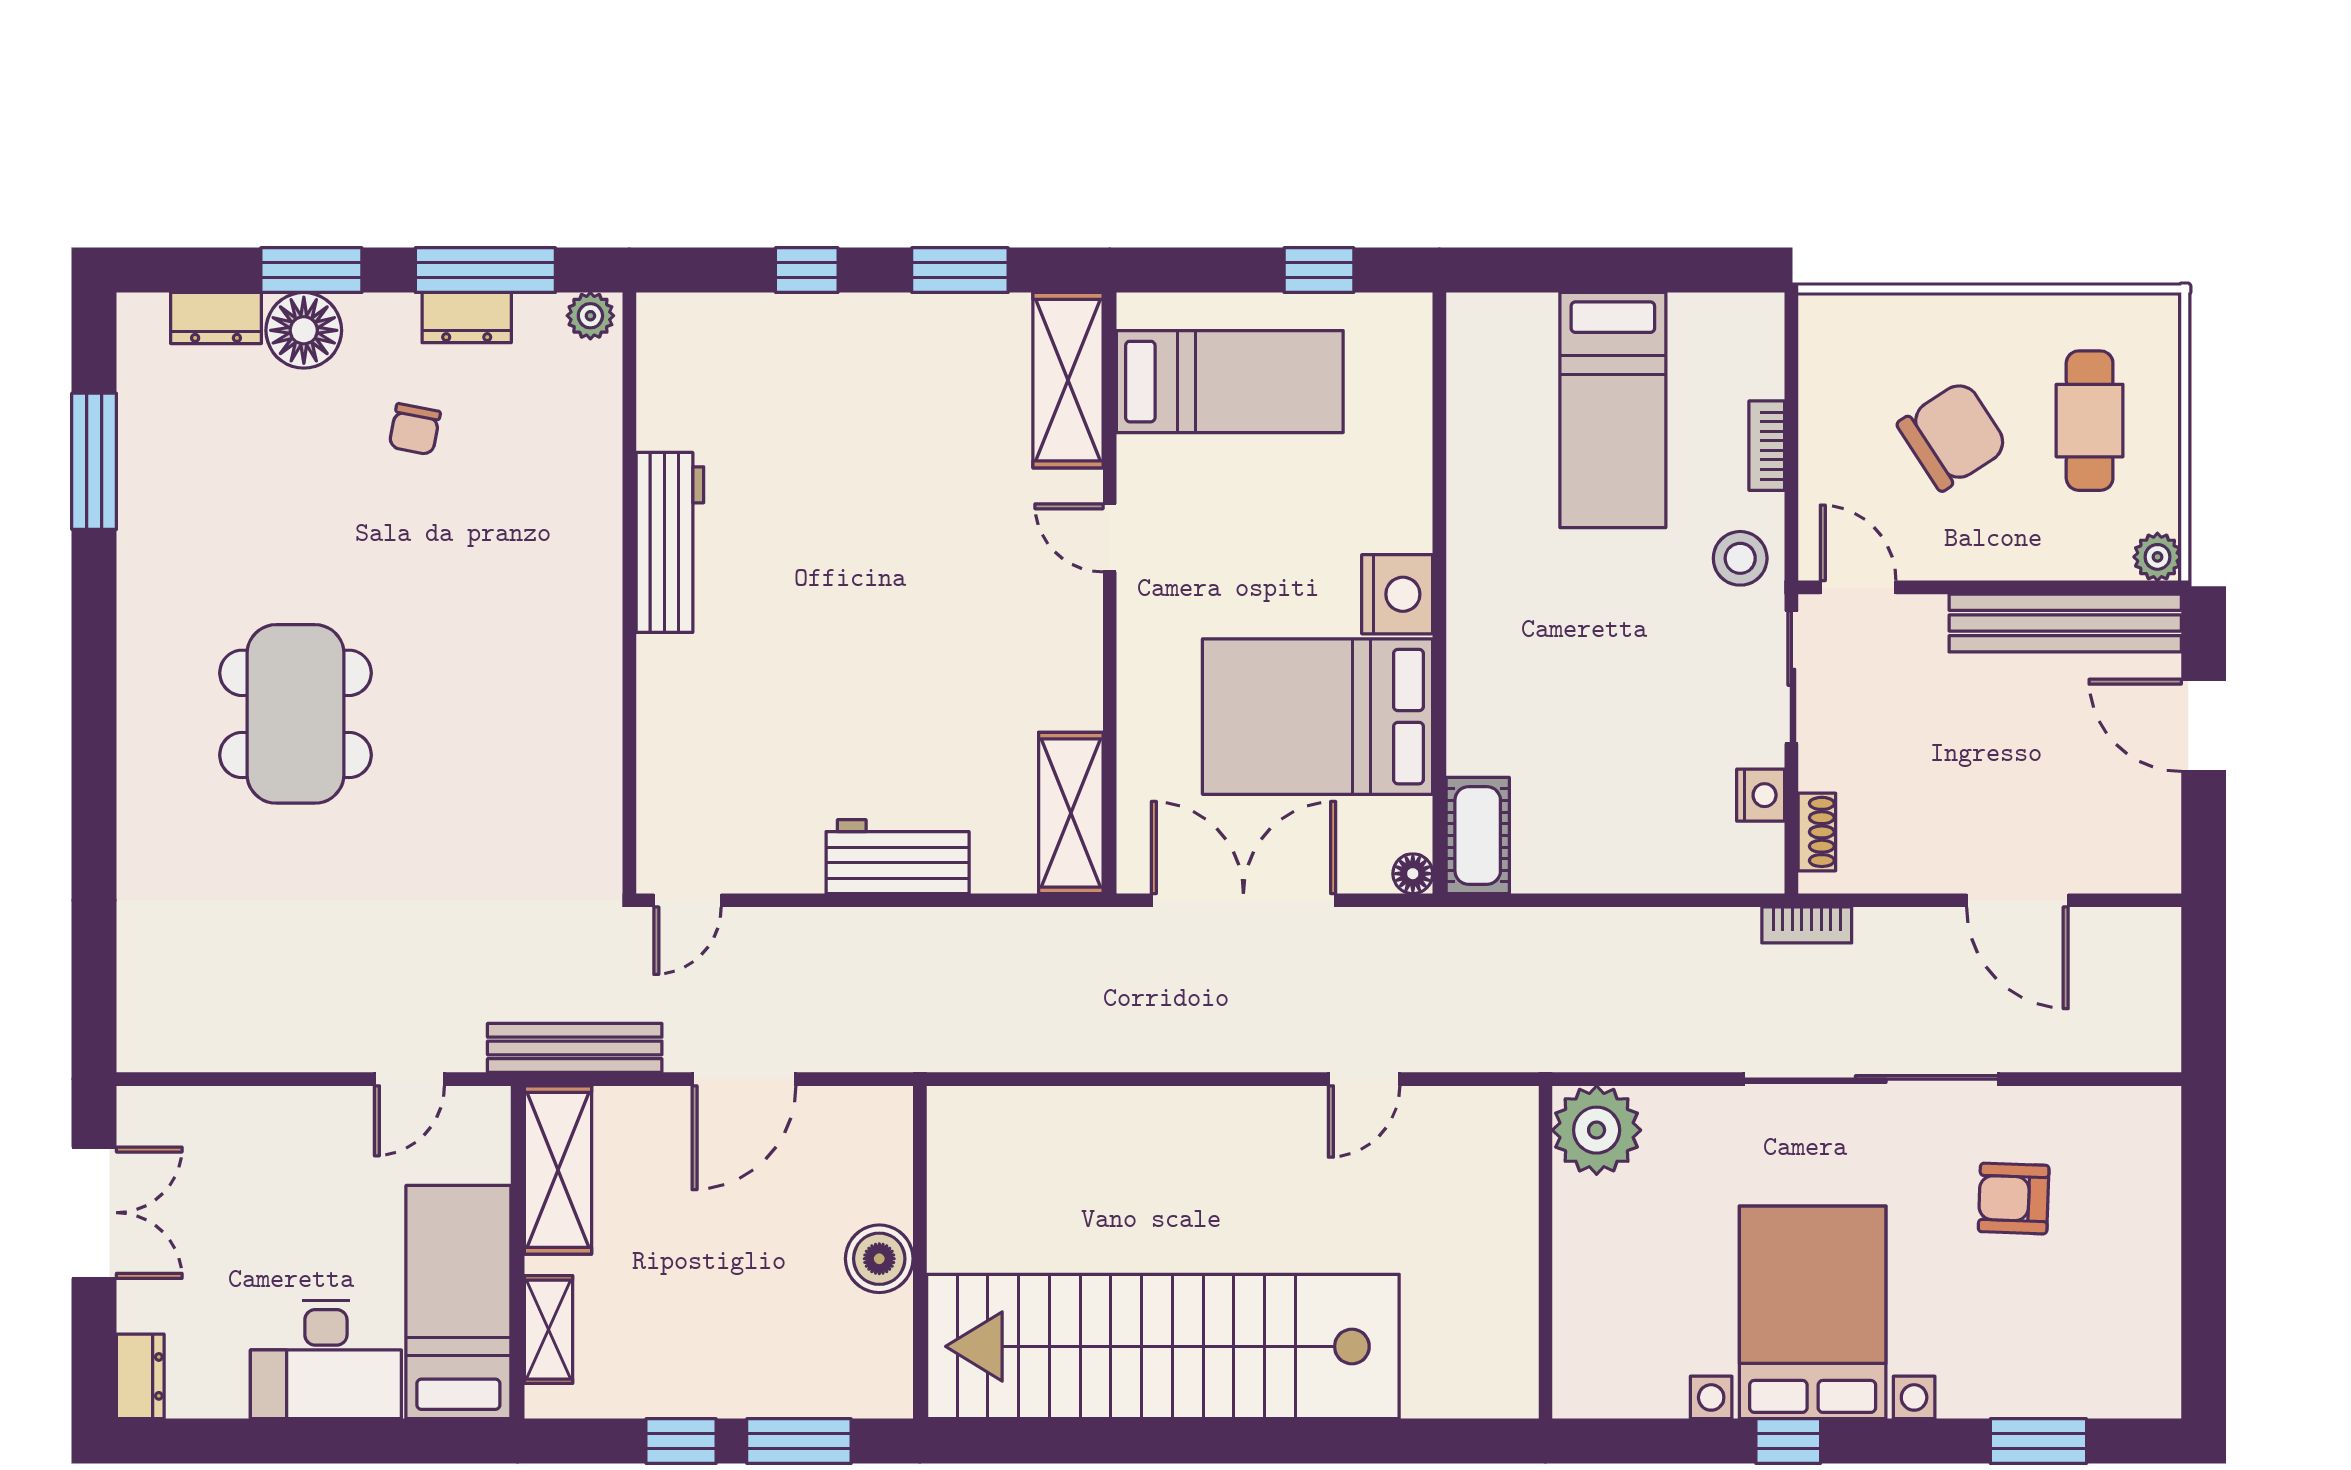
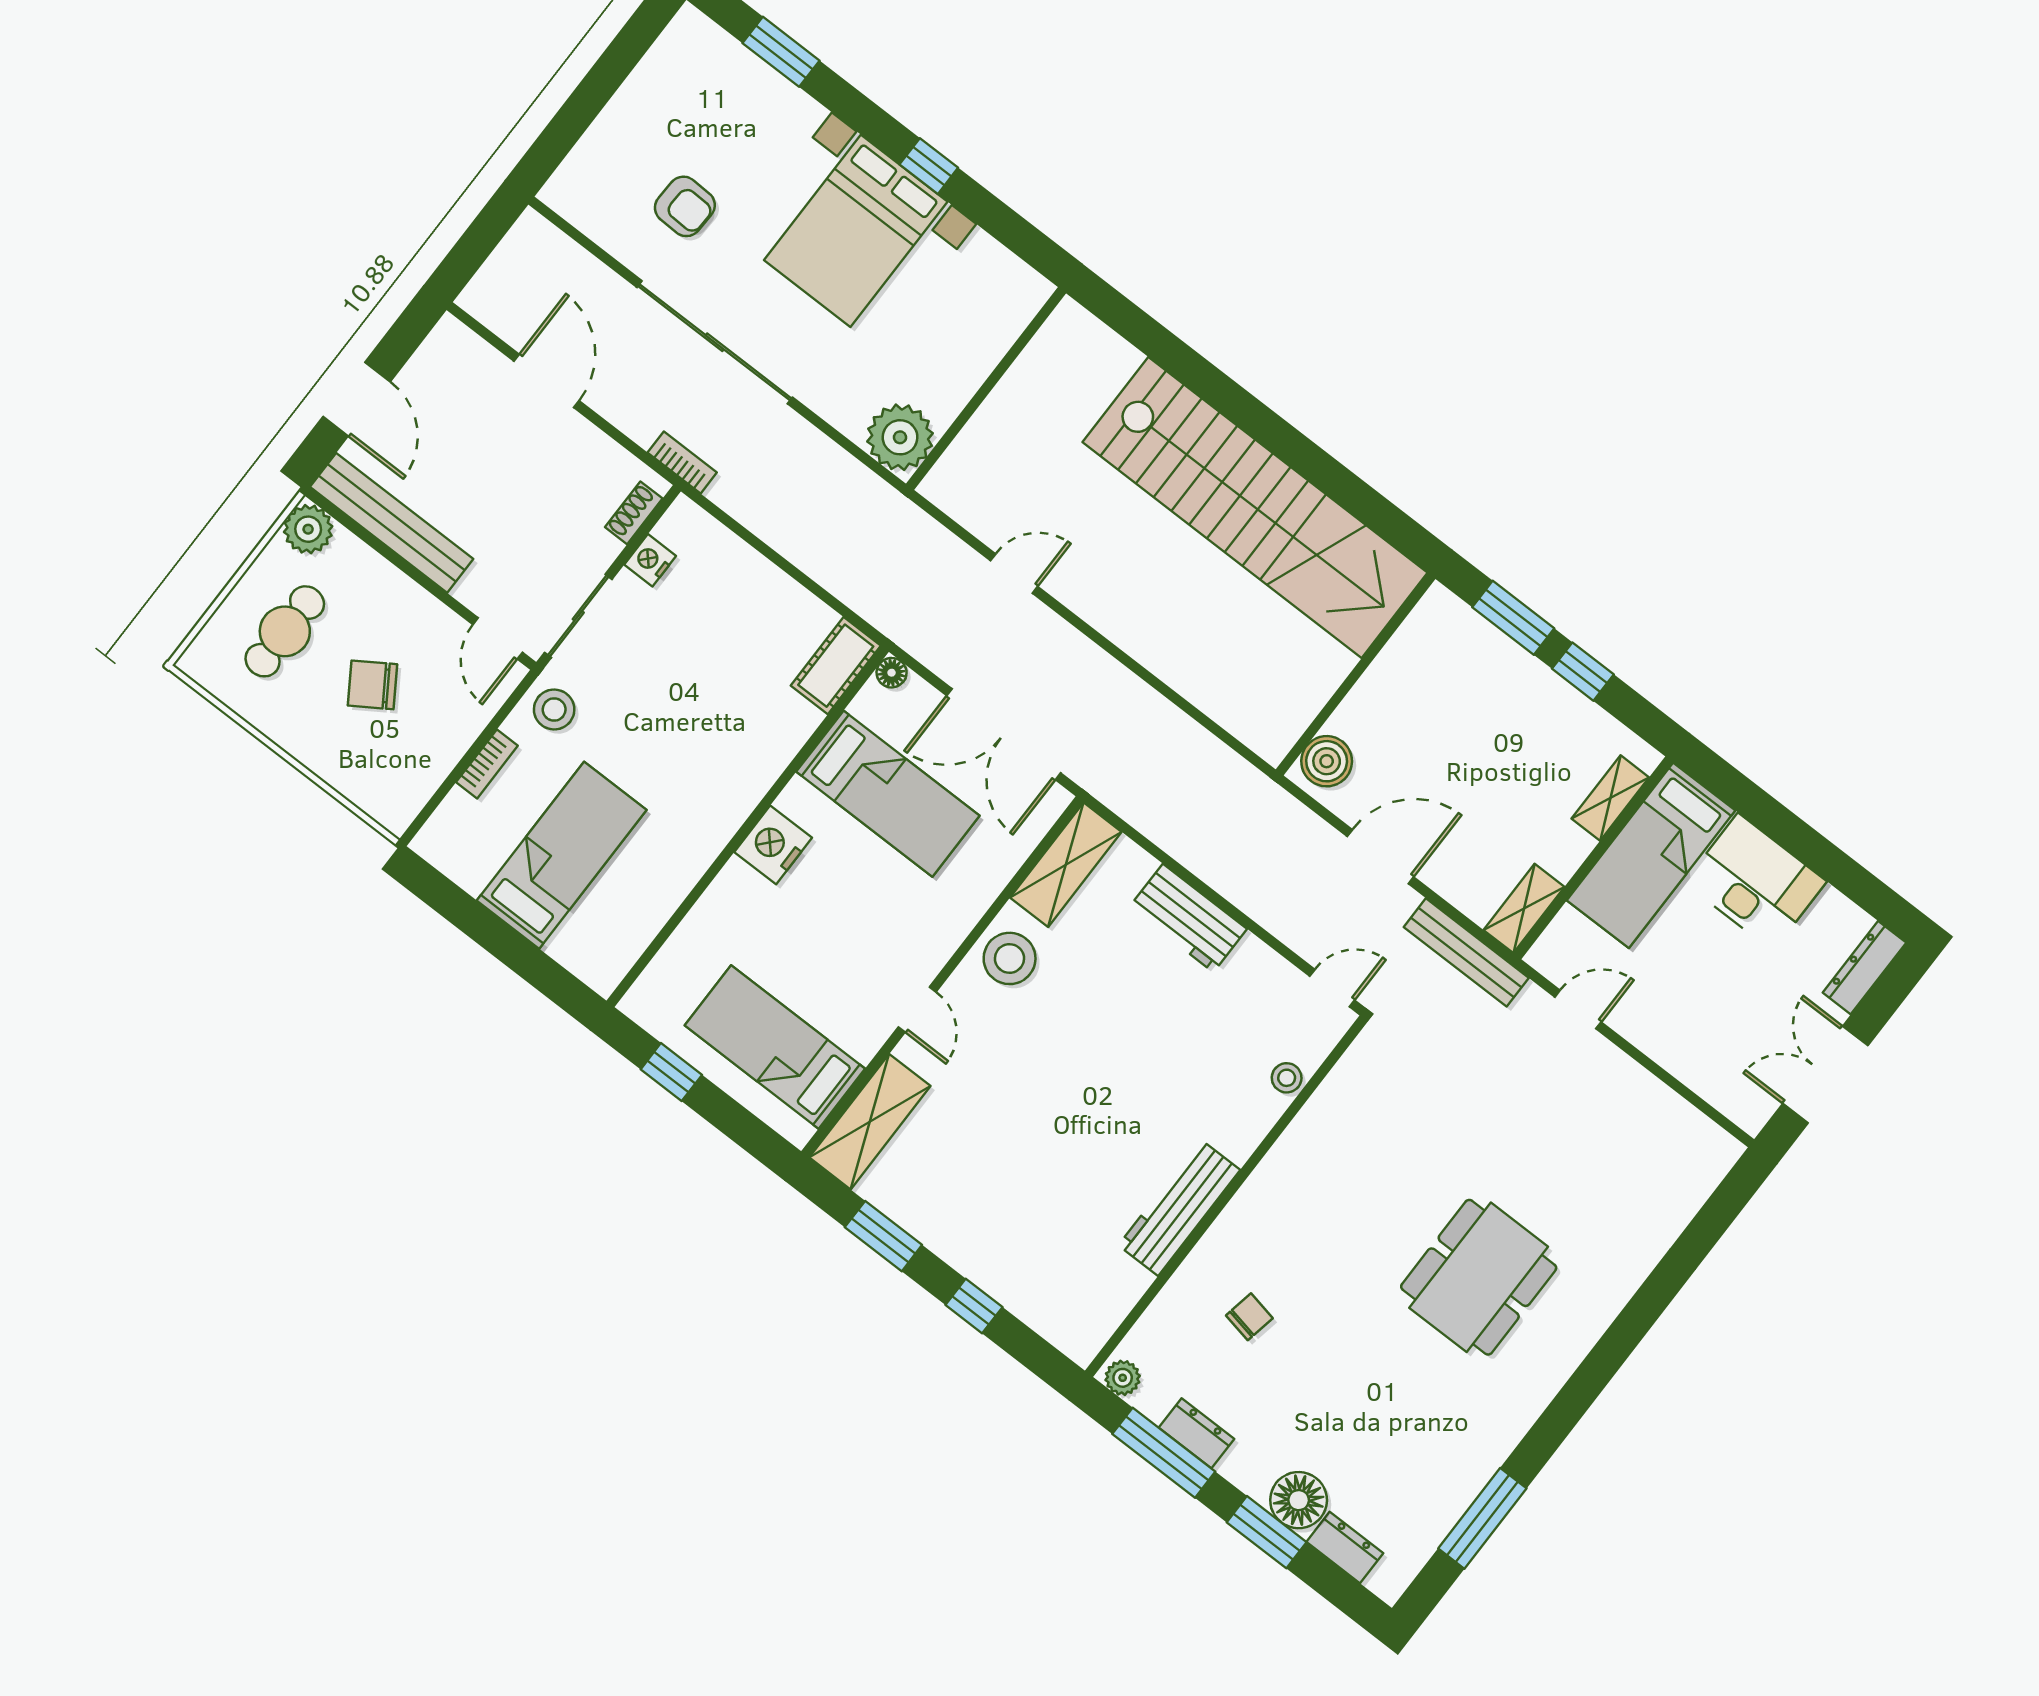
chair: (415, 429) -> (1249, 1317), moved
chair: (1953, 436) -> (372, 685), width x0.73, depth x0.73
plant: (2157, 557) -> (308, 529), width x1.38, depth x1.38
stool: (1054, 667) -> (1010, 958), added
bed: (1318, 717) -> (888, 794), width x0.67
stool: (662, 768) -> (1287, 1078), added
shelving: (558, 1170) -> (1524, 908), width x0.67, depth x0.75
boiler: (879, 1259) -> (1327, 761), moved
dresser: (140, 1376) -> (1864, 968), width x1.44

